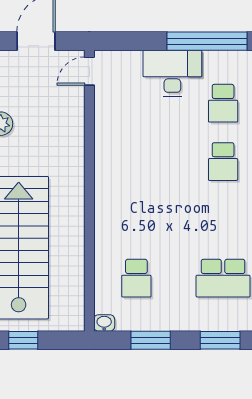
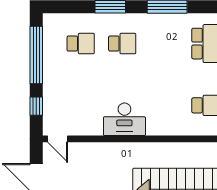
window: (135, 41) -> (36, 106), added
desk: (172, 73) -> (124, 119), moved, turned -90

